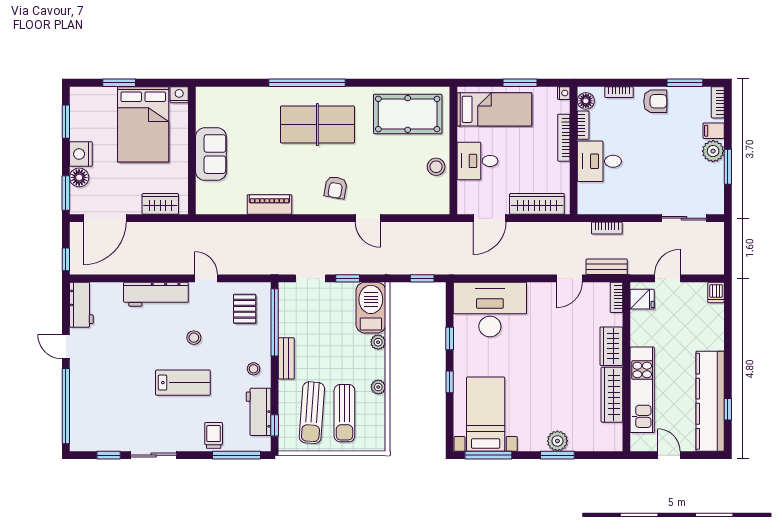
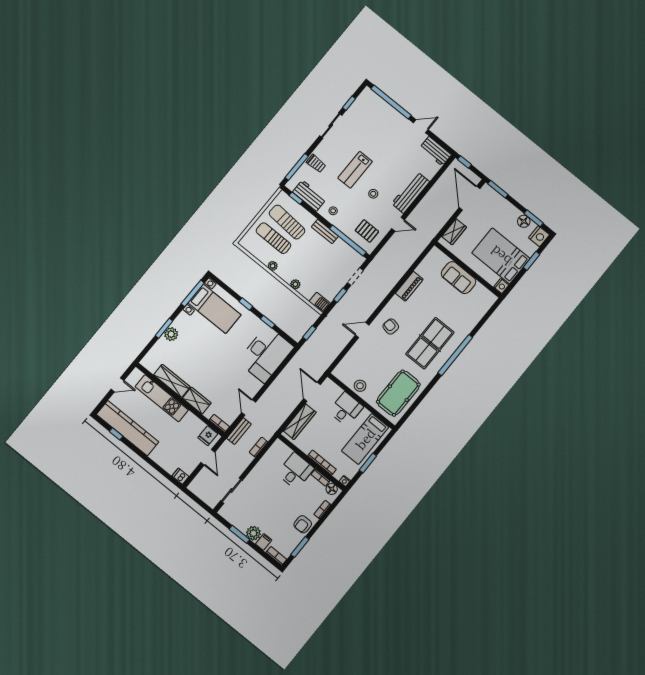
nightstand: (81, 154) -> (539, 236), moved, turned 90
floor lamp: (79, 177) -> (524, 221), moved
barbecue: (371, 308) -> (320, 302), width x0.53, depth x0.65

